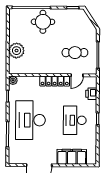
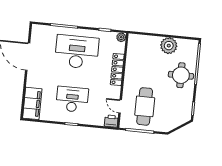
plant: (17, 51) -> (169, 46), moved
cafe table: (75, 53) -> (145, 106), width x1.37, depth x1.35
locker: (55, 81) -> (117, 69), moved
printer: (91, 94) -> (111, 121), moved
filing cabinet: (72, 157) -> (32, 103), moved

